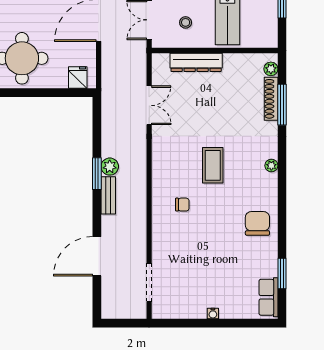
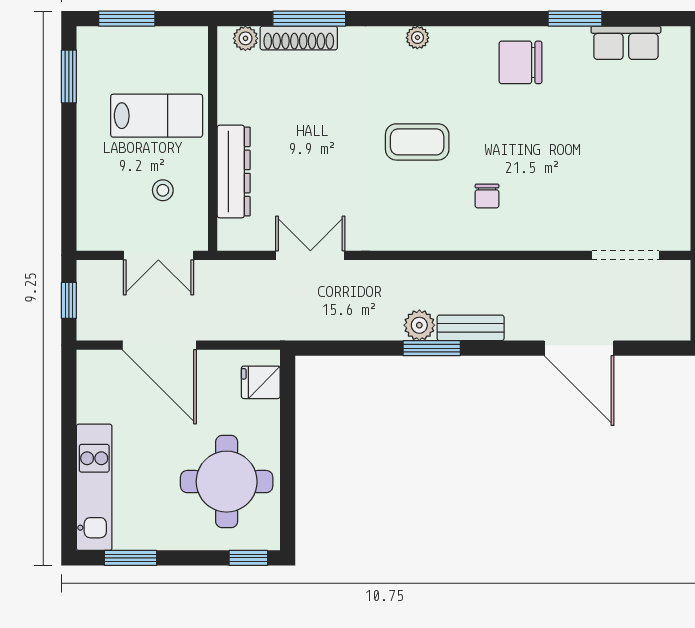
chair: (182, 205) -> (487, 196), turned 180
window: (282, 274) -> (575, 19), moved
row of seats: (268, 297) -> (626, 43), moved
water cooler: (213, 314) -> (681, 142), removed

